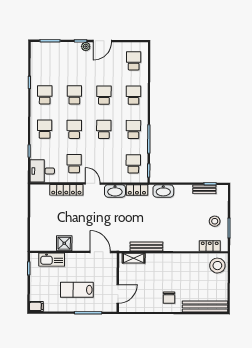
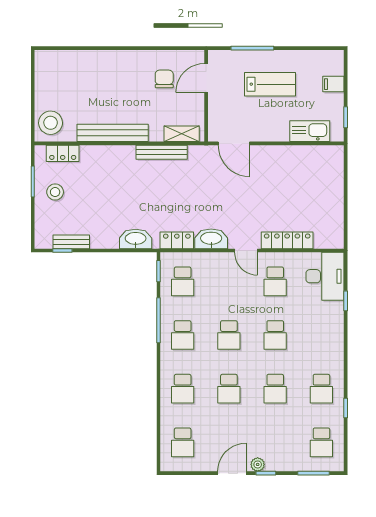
school desk: (45, 129) -> (321, 442), moved
desk: (42, 171) -> (325, 276), width x1.37
shower: (64, 243) -> (290, 157), removed
chair: (169, 298) -> (164, 79), moved
filing cabinet: (36, 306) -> (333, 84), moved
bench: (205, 306) -> (113, 133), moved

